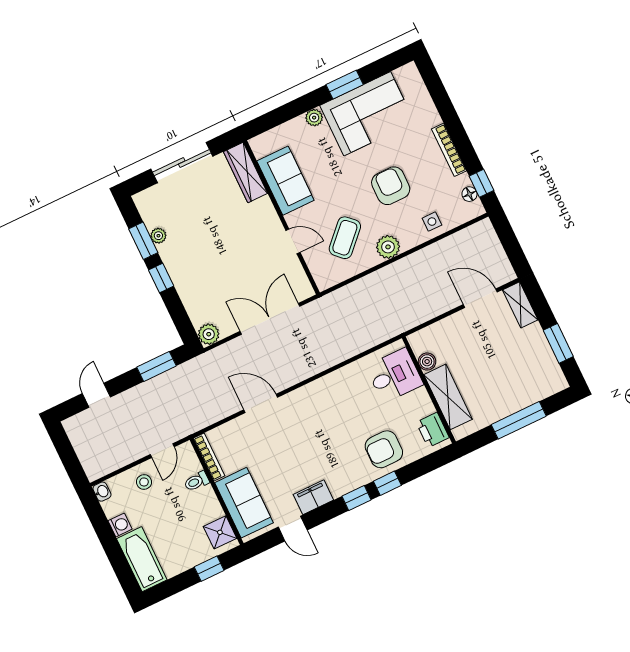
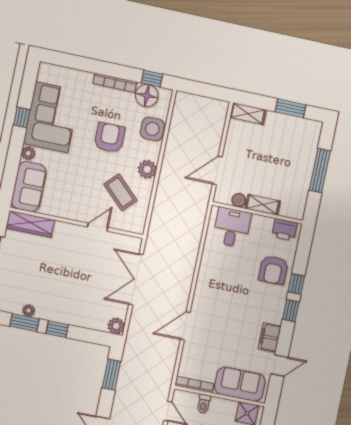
window: (345, 85) -> (22, 117), width x0.67
sofa: (285, 181) -> (29, 186), moved, turned 90
armchair: (391, 186) -> (109, 138), turned 90
floor lamp: (469, 194) -> (147, 96), width x1.89, depth x1.89
side table: (432, 222) -> (152, 129), width x1.87, depth x1.87
door: (480, 298) -> (217, 170), moved
shelving: (448, 397) -> (263, 205), width x0.67, depth x0.75

